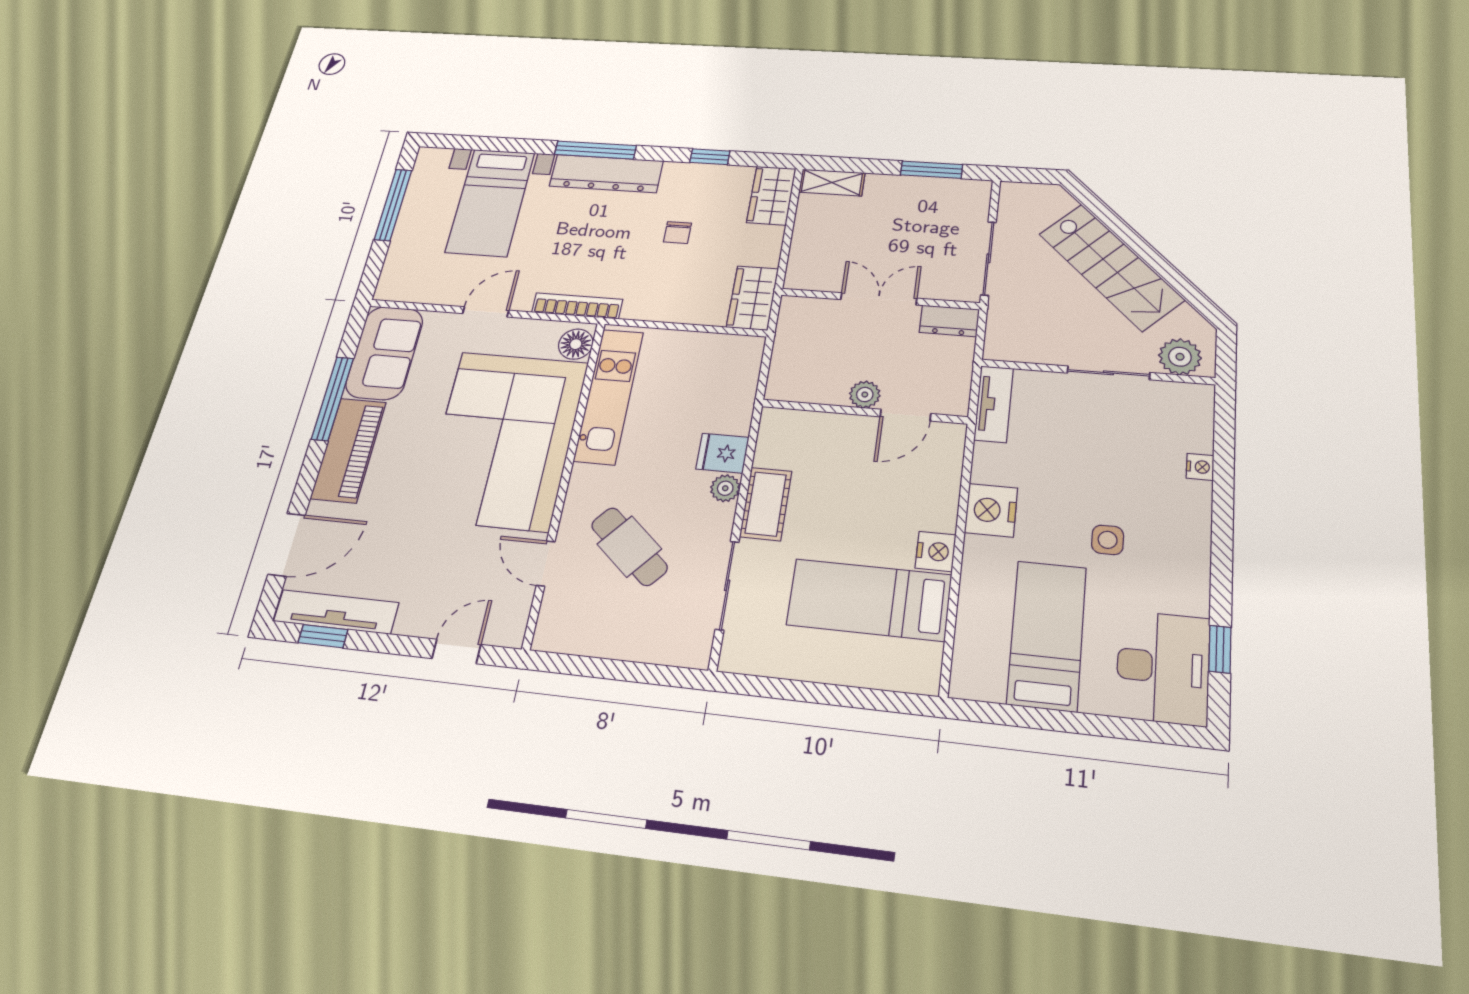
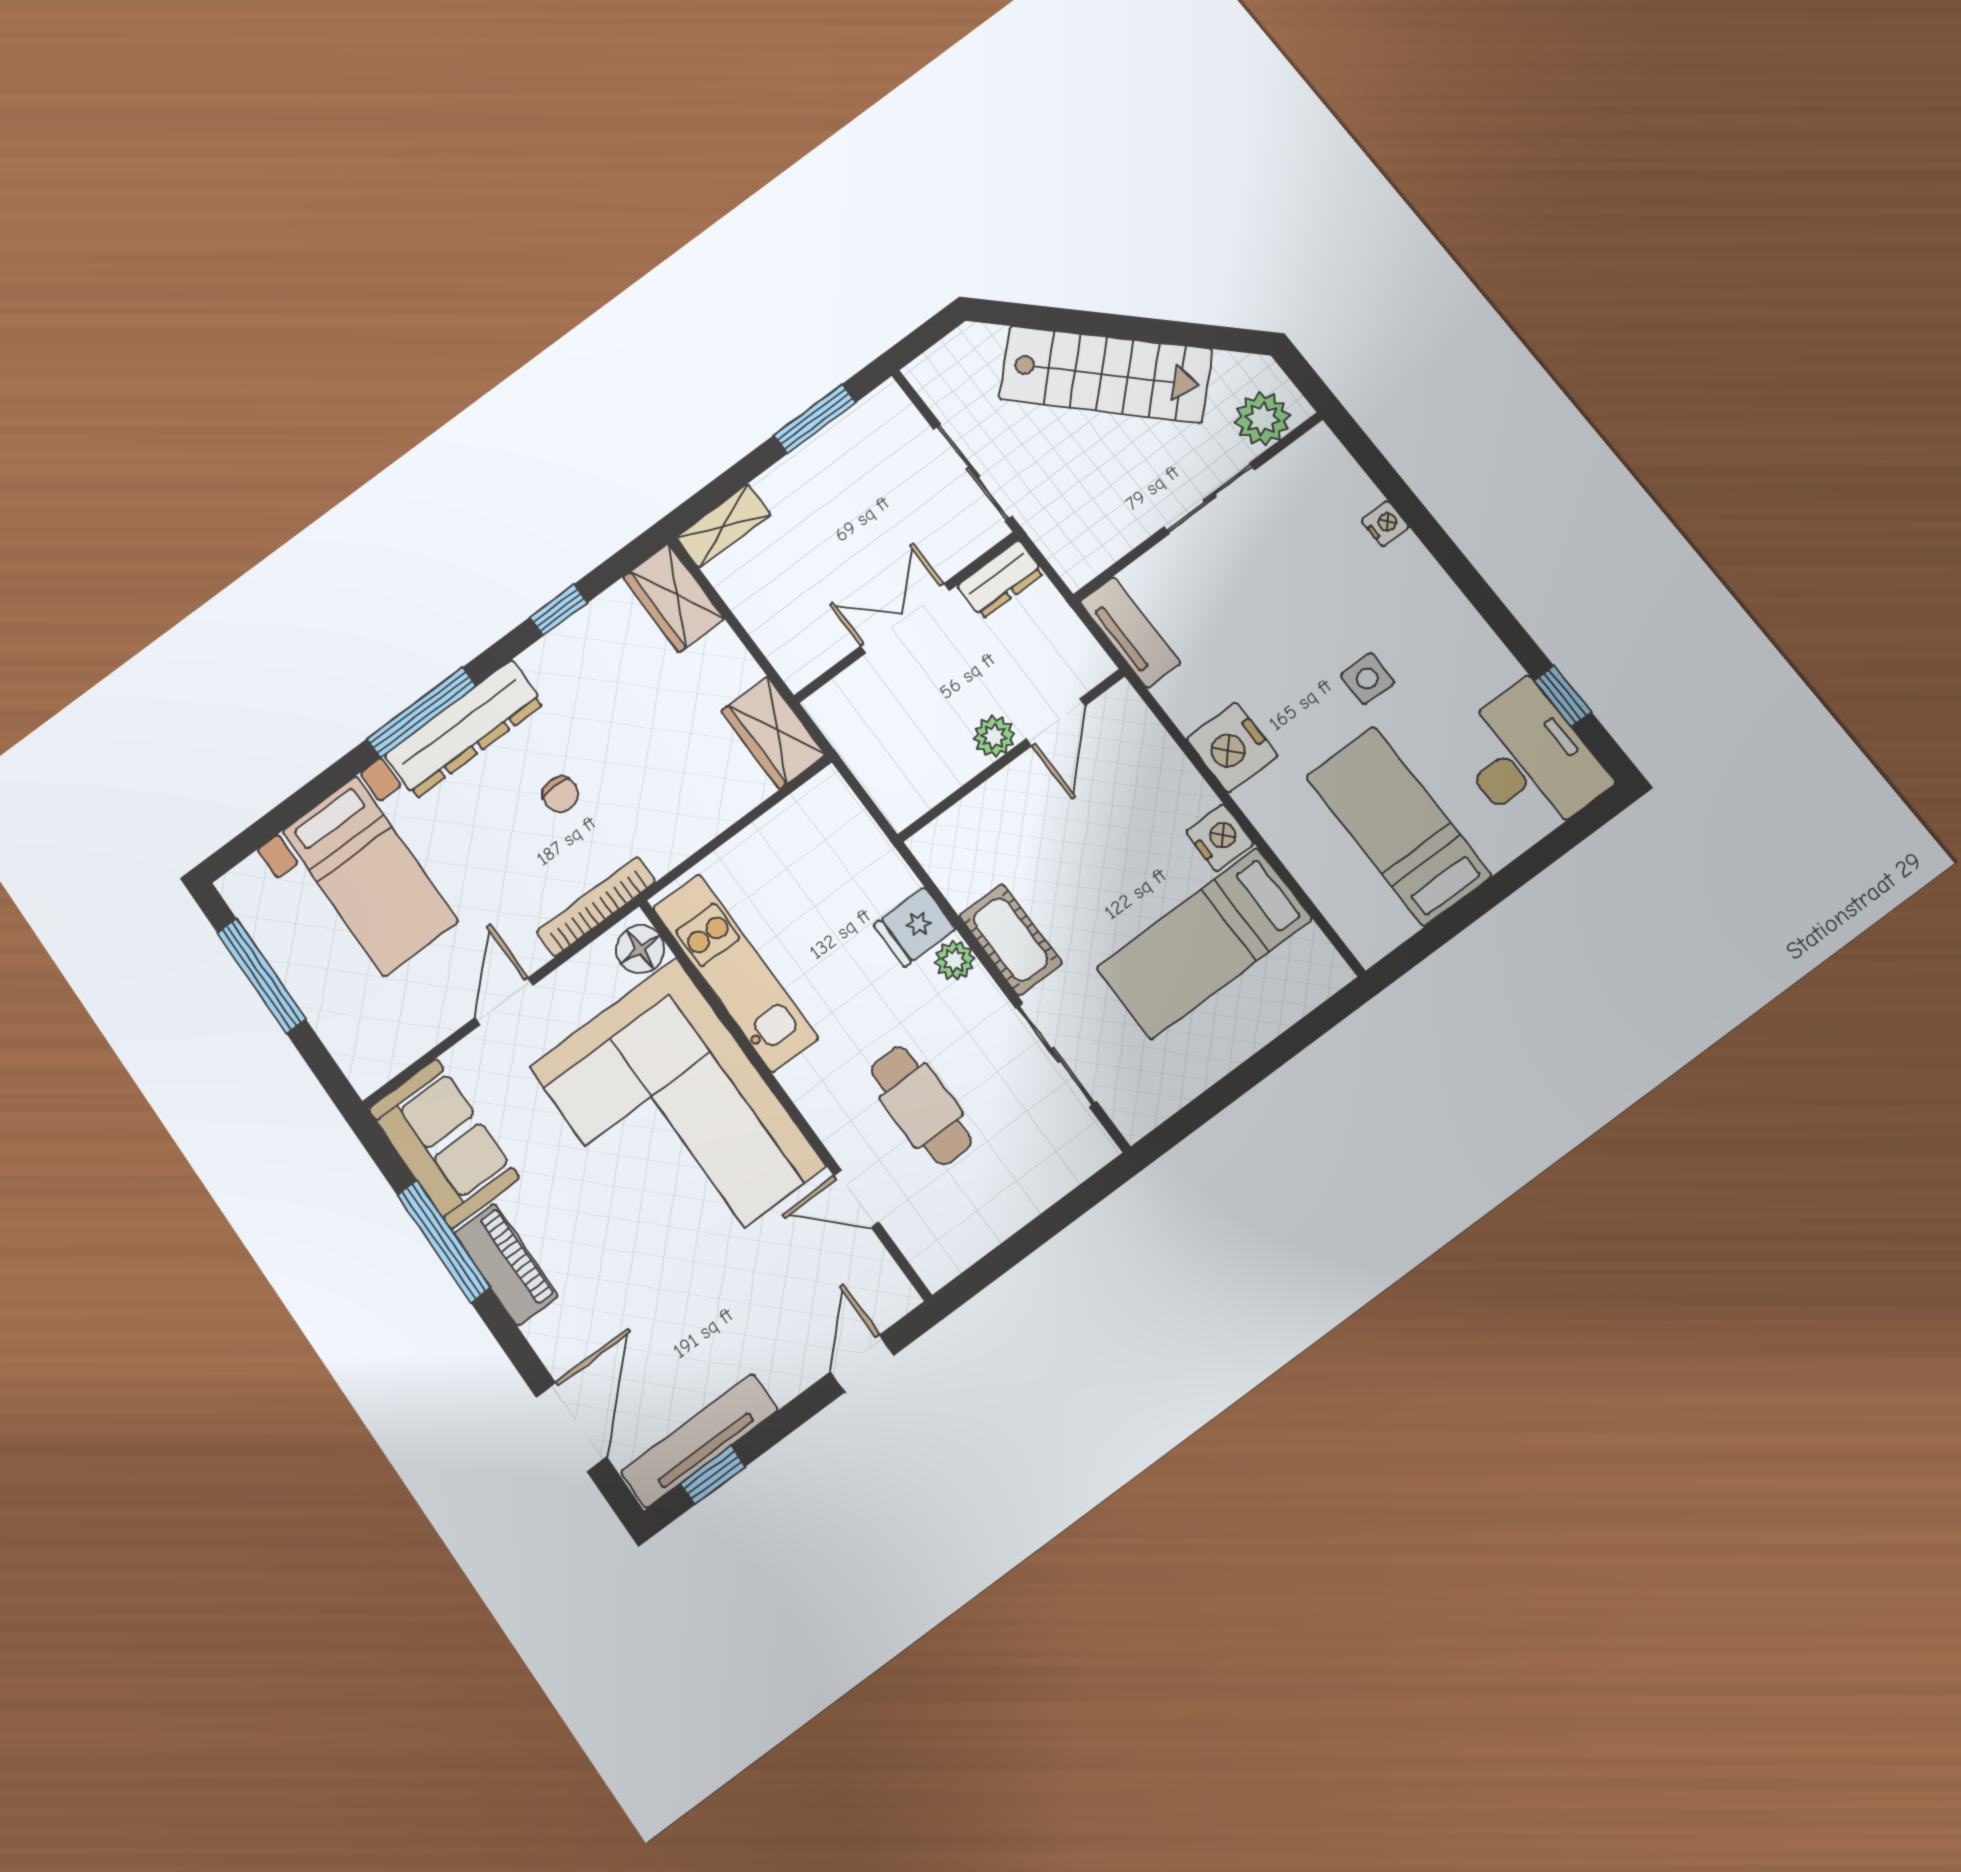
chair: (677, 232) -> (560, 795), moved
piano: (348, 450) -> (506, 1265), width x0.73, depth x0.75
cafe table: (629, 546) -> (921, 1106), turned 49

